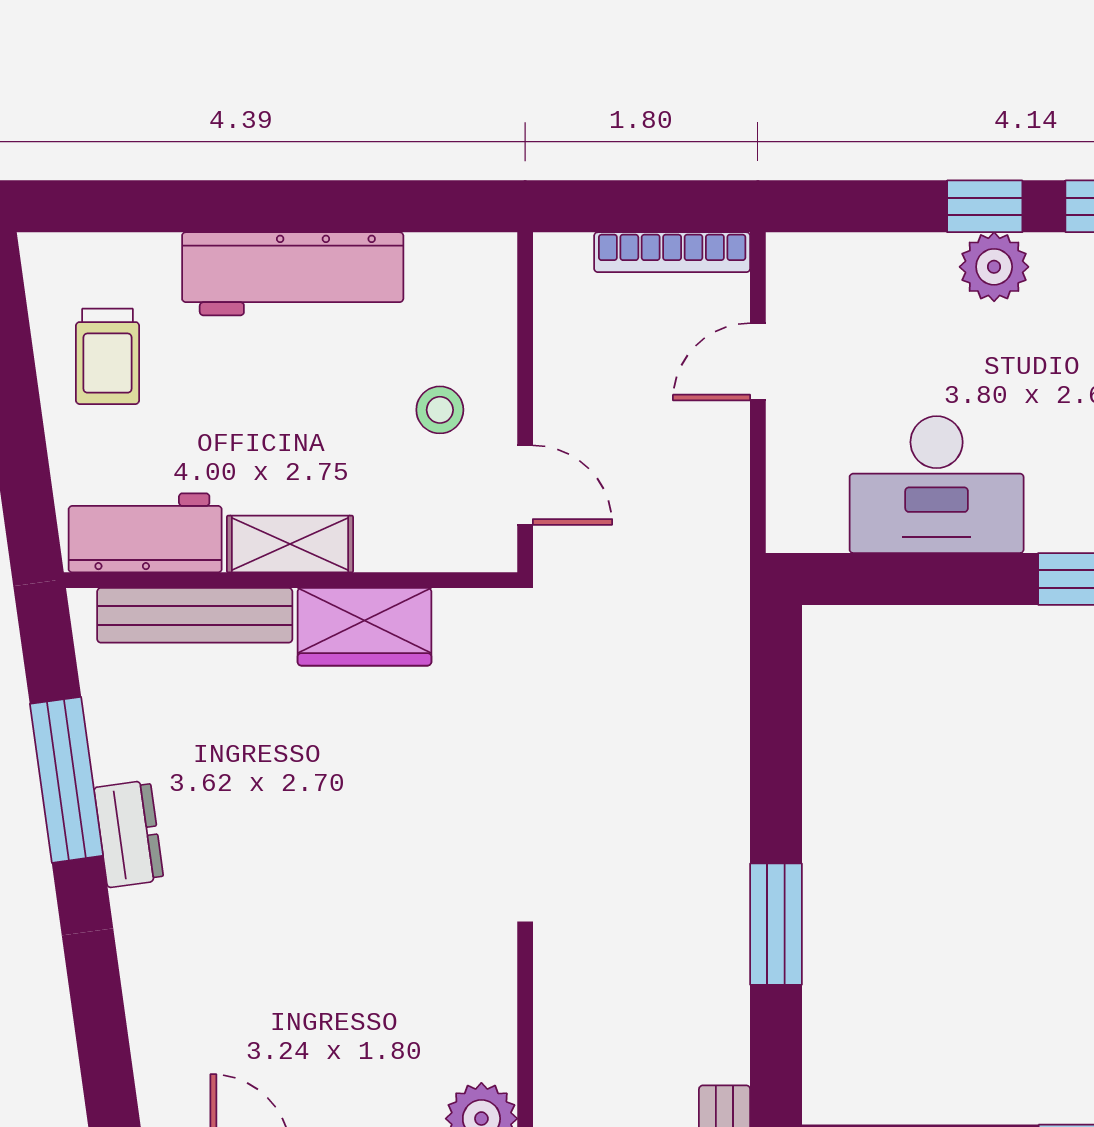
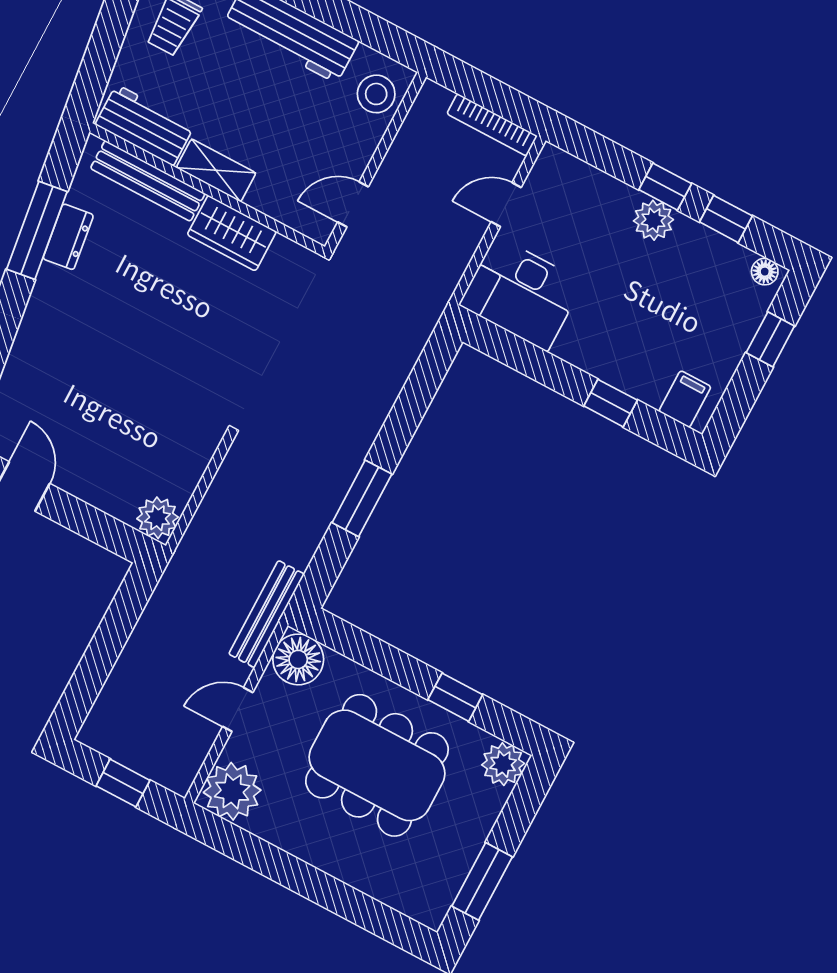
stool: (440, 410) -> (376, 94), moved, width x1.37, depth x1.37
door: (525, 485) -> (353, 204), swing flipped
desk: (937, 485) -> (521, 294), moved
dresser: (129, 834) -> (68, 237), moved

